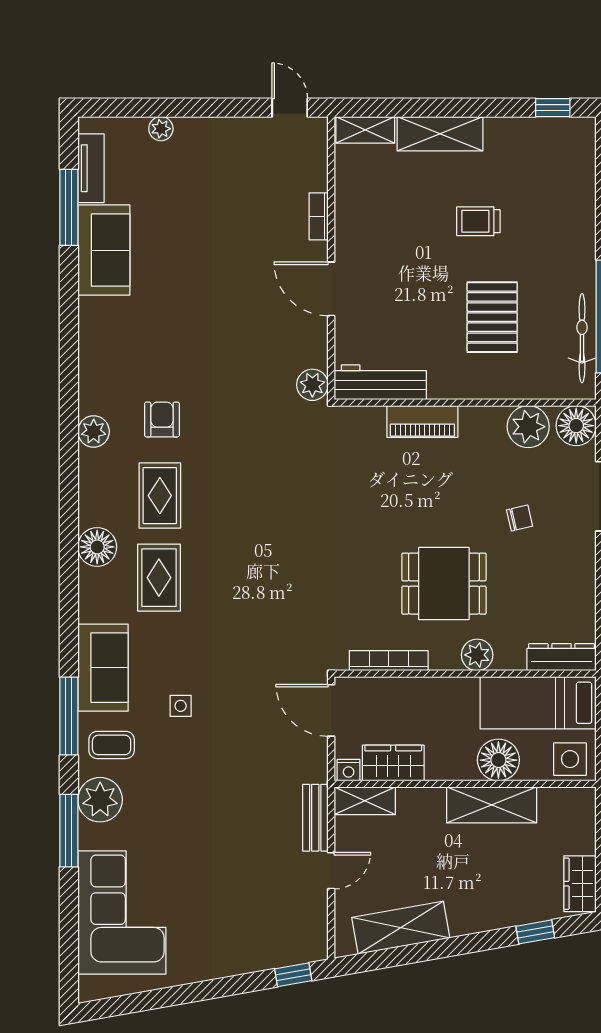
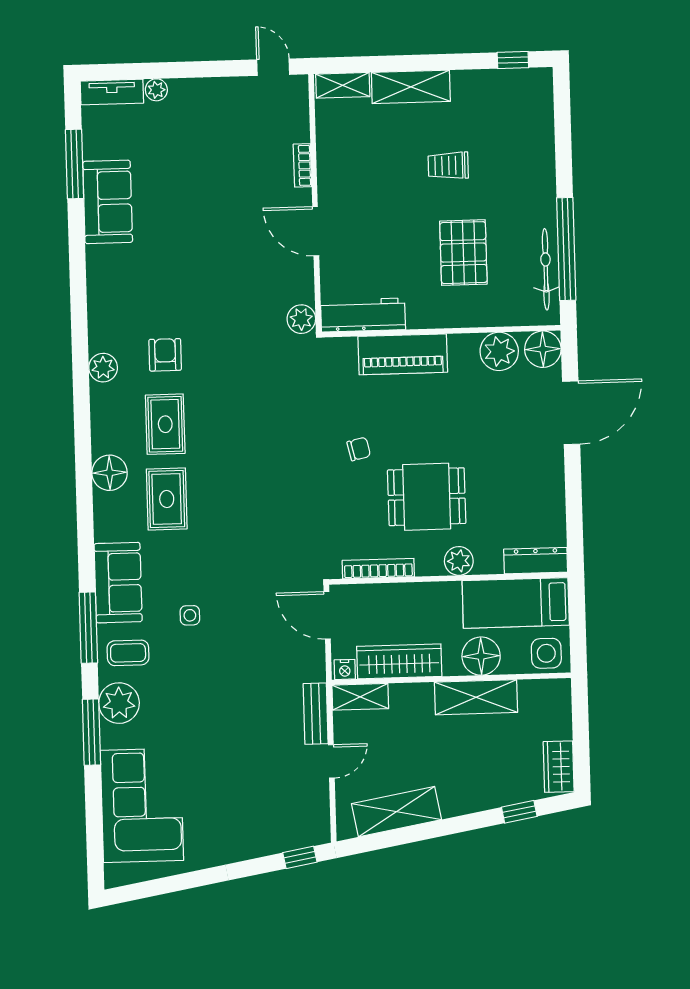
tv unit: (91, 168) -> (112, 92), moved, turned 90
piano: (422, 421) -> (403, 354), width x1.37, depth x1.33
chair: (520, 518) -> (359, 449), moved
wardrobe: (393, 763) -> (399, 661), width x1.50

